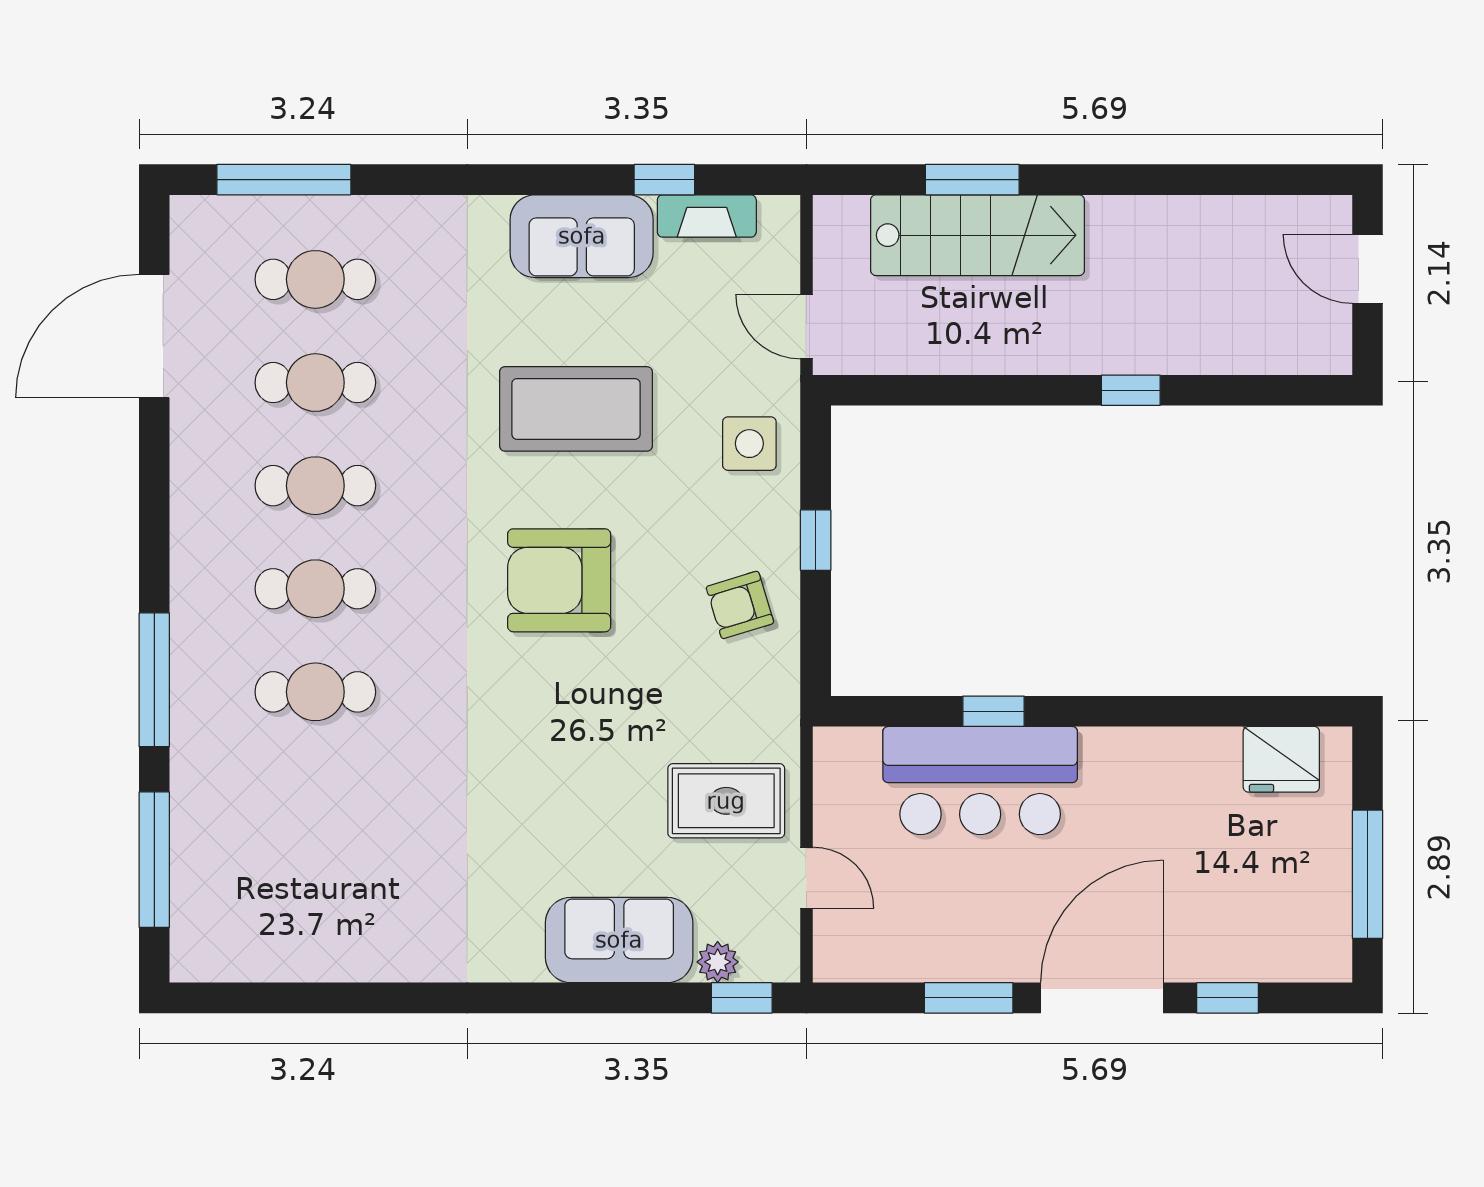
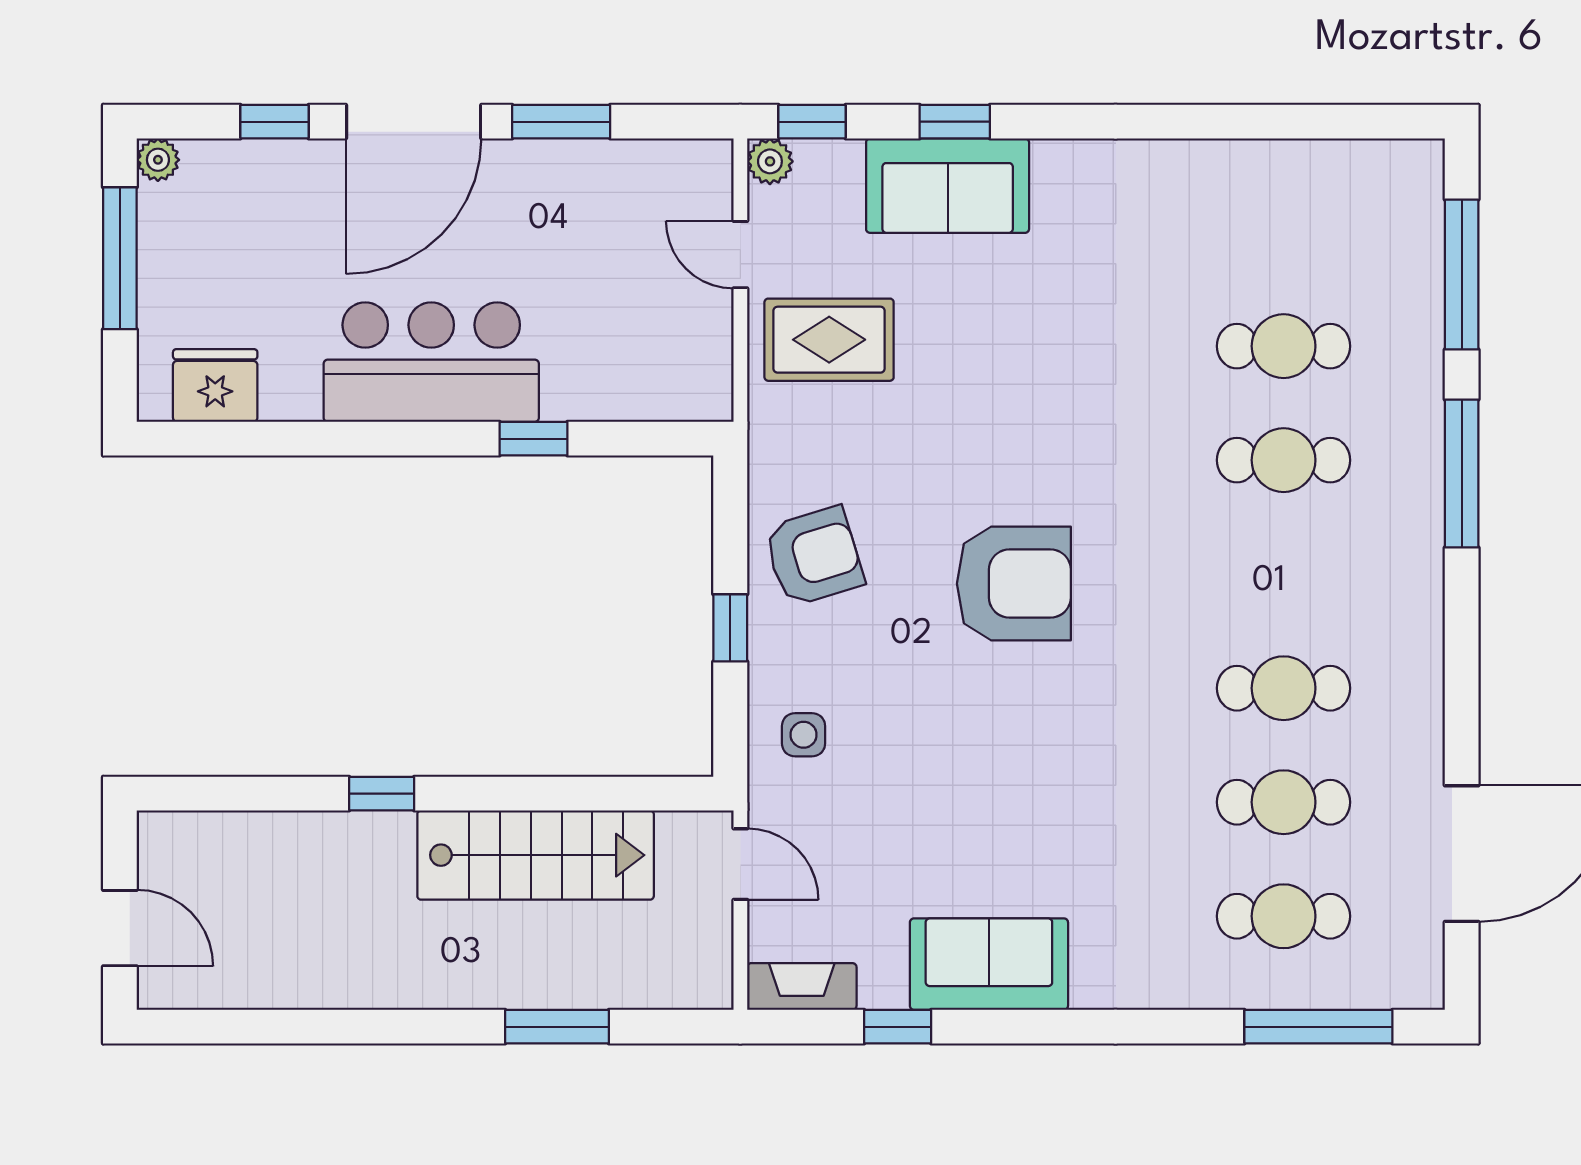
fireplace: (707, 216) -> (802, 986), moved
stairs: (978, 235) -> (536, 855), moved, turned 180
coffee table: (576, 409) -> (995, 773), removed
side table: (749, 444) -> (804, 735), width x0.73, depth x0.73
cafe table: (315, 589) -> (1284, 346), moved
armchair: (740, 605) -> (814, 556), width x1.38, depth x1.38
bar counter: (980, 781) -> (431, 362), moved
plant: (718, 962) -> (770, 161), moved
plant: (1333, 963) -> (158, 160), added
window: (613, 998) -> (955, 122), added

